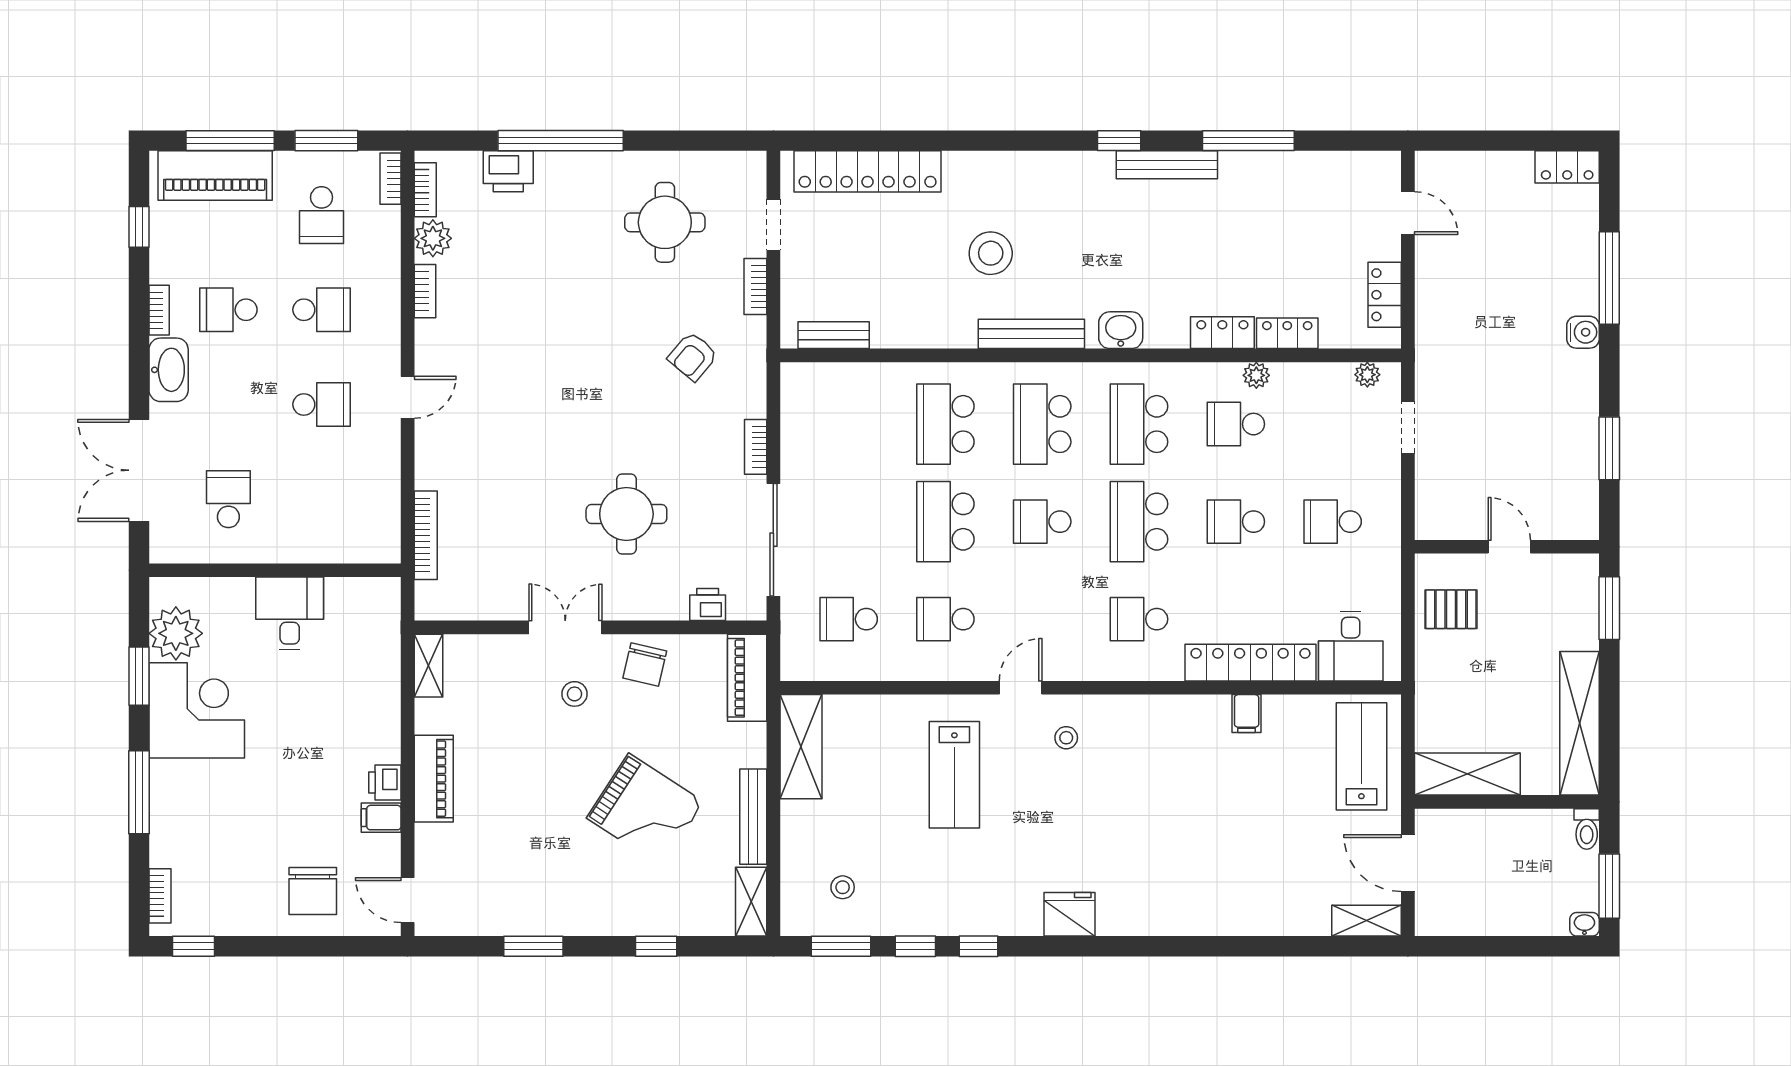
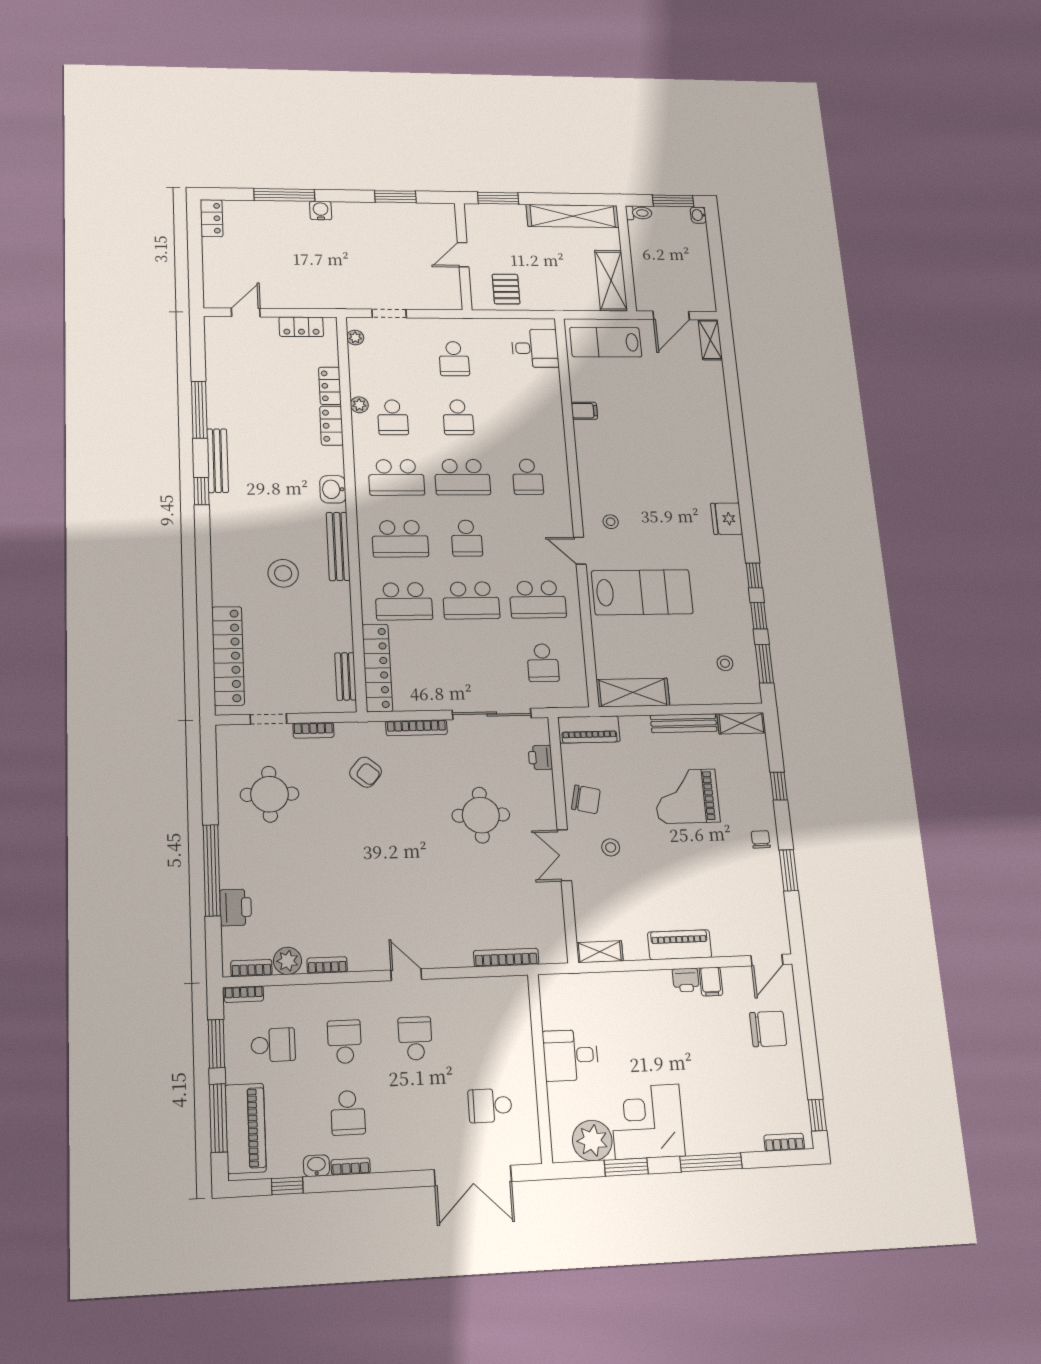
washbasin: (169, 370) -> (316, 1166), moved, width x0.52, depth x0.69
bookcase: (756, 447) -> (416, 728), width x1.56
school desk: (945, 619) -> (538, 599), width x1.85
locker: (1250, 663) -> (377, 668), moved, turned 180
lab bench: (954, 775) -> (642, 592), width x1.36, depth x1.39
grand piano: (645, 810) -> (687, 796), turned -123
chair: (579, 911) -> (761, 839), added

